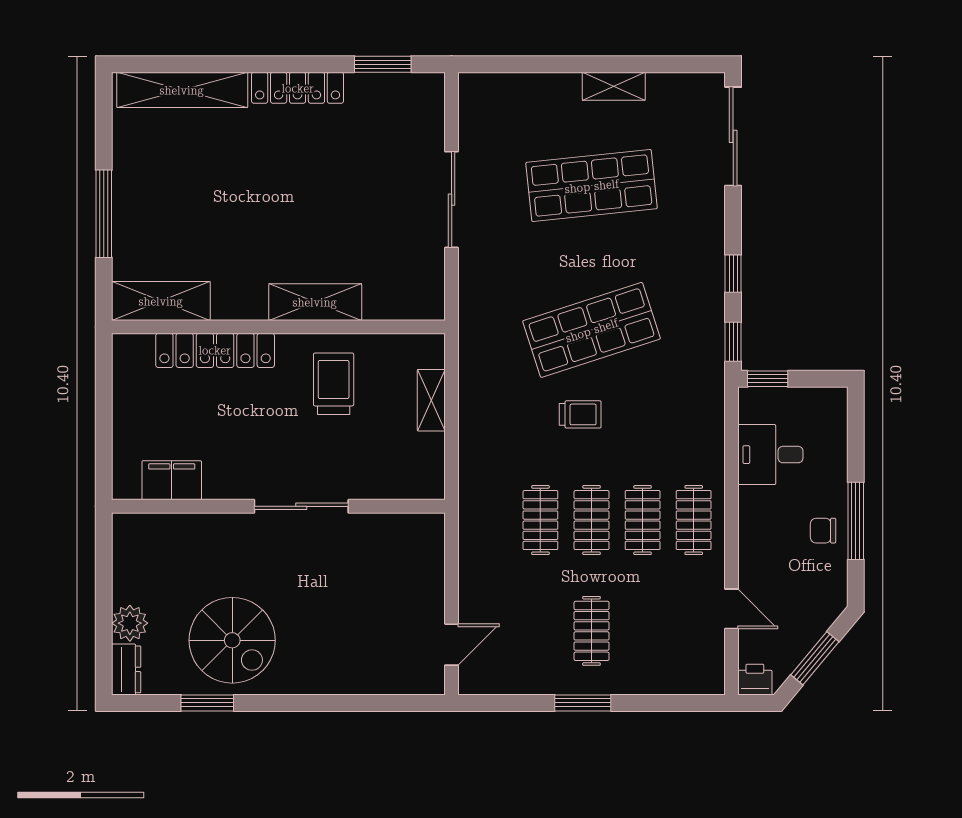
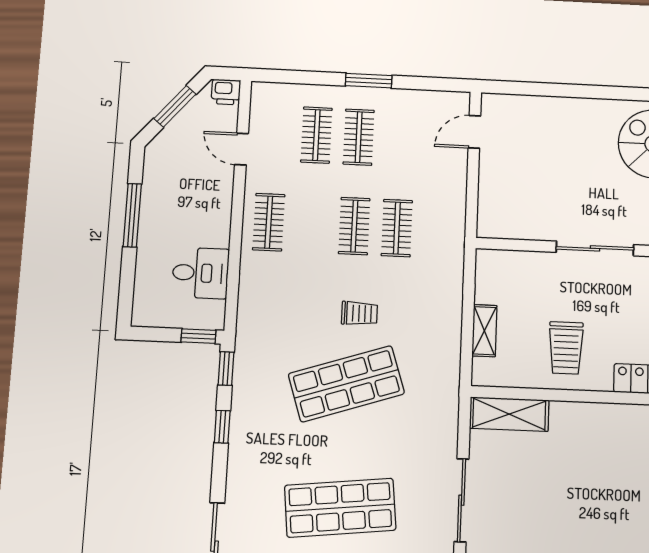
shelving: (315, 302) -> (509, 414), moved
trolley: (580, 414) -> (359, 313), turned 180
clothes rail: (643, 520) -> (316, 135), moved
chair: (823, 531) -> (160, 209), removed

